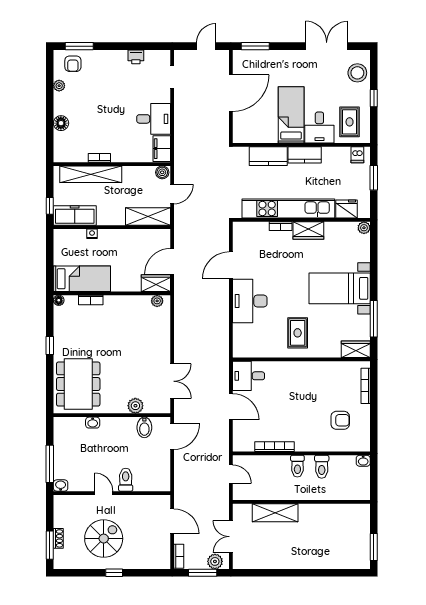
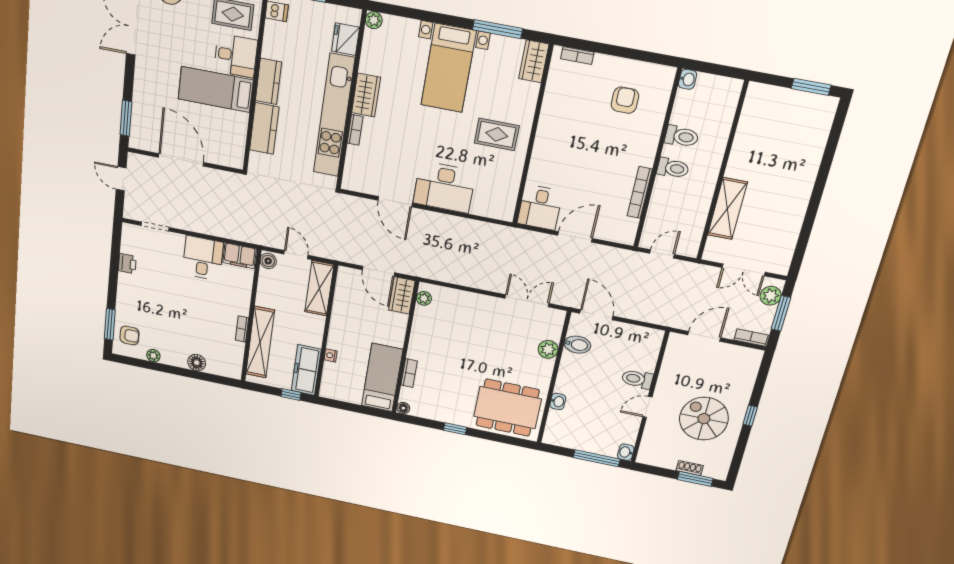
bookcase: (366, 386) -> (577, 55), width x0.64

